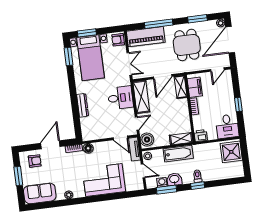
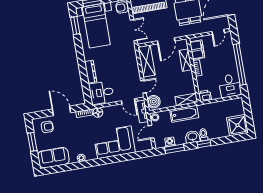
shelving: (181, 87) -> (185, 60), moved
desk: (120, 98) -> (101, 93), moved, turned 180
window: (238, 104) -> (240, 64), width x3.17
door: (50, 145) -> (62, 111), hinge flipped
shower: (231, 152) -> (237, 125), moved
door: (143, 171) -> (151, 132), swing flipped
washbasin: (174, 179) -> (192, 137), moved

